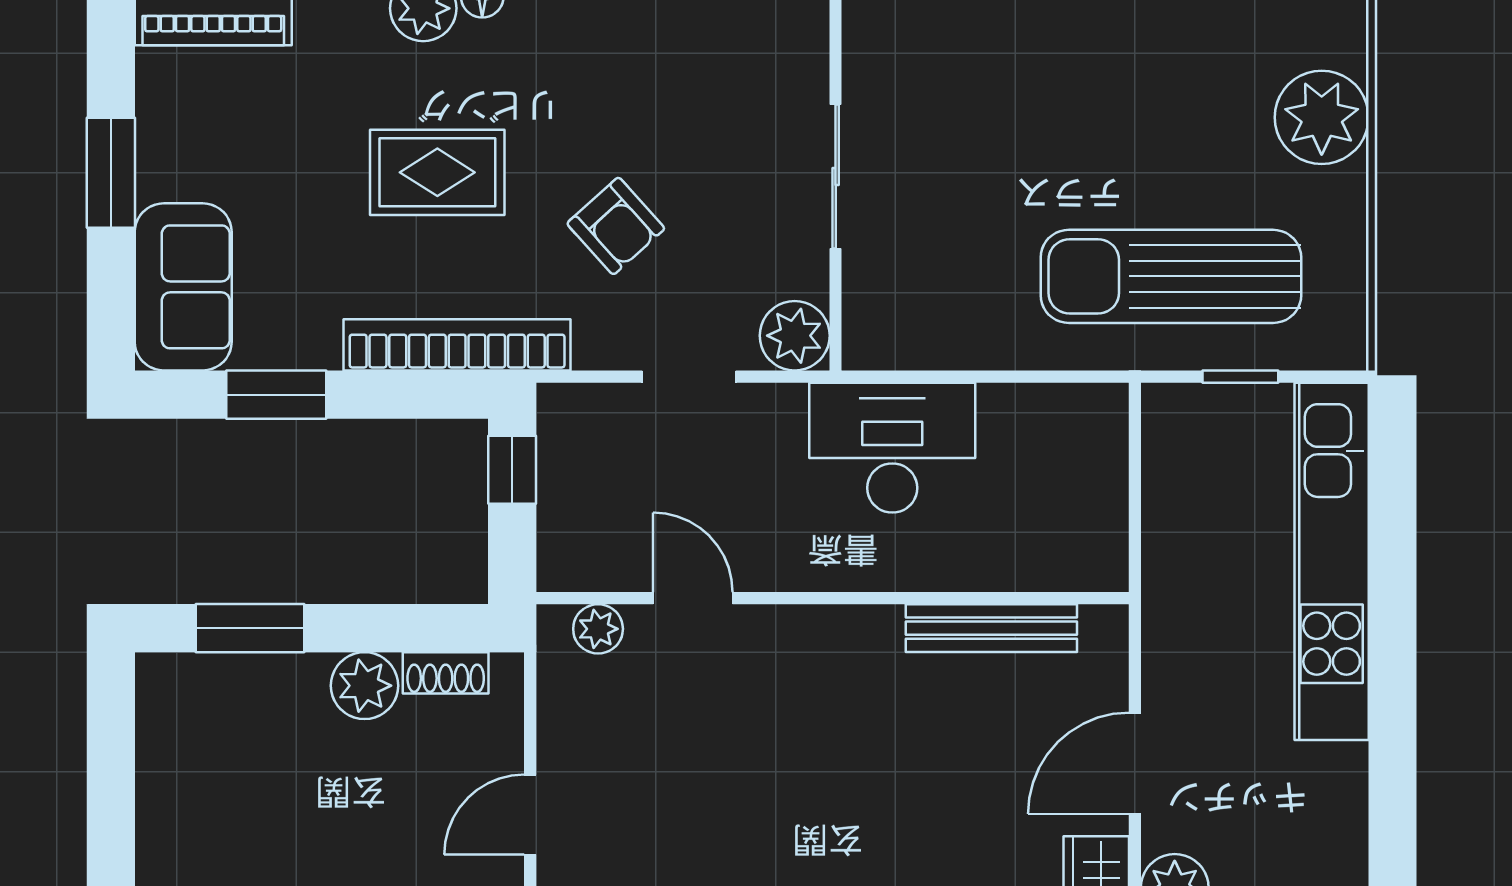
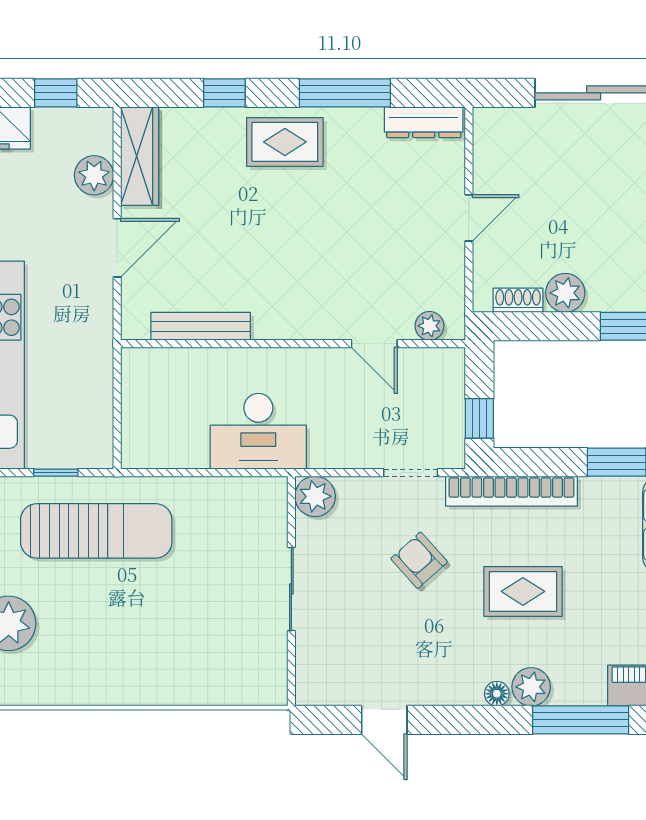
doorway: (689, 377) -> (411, 473), moved

